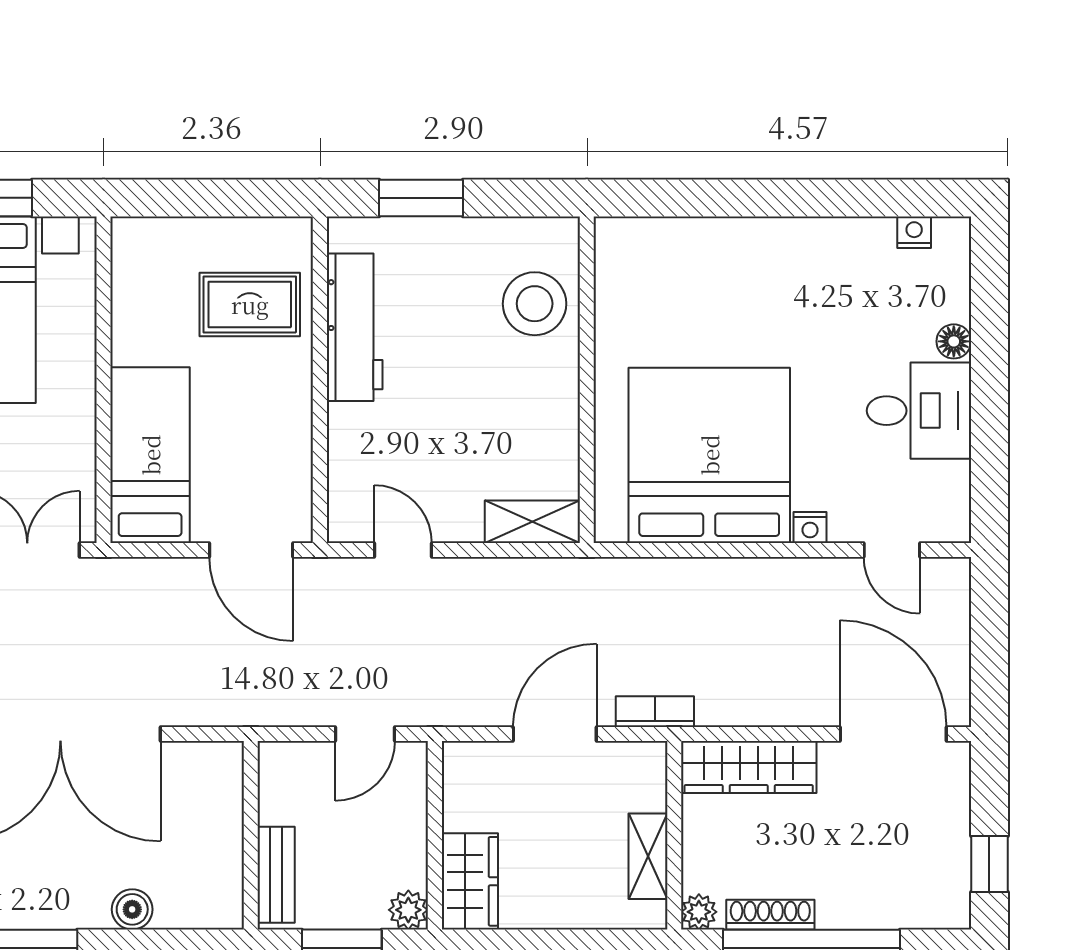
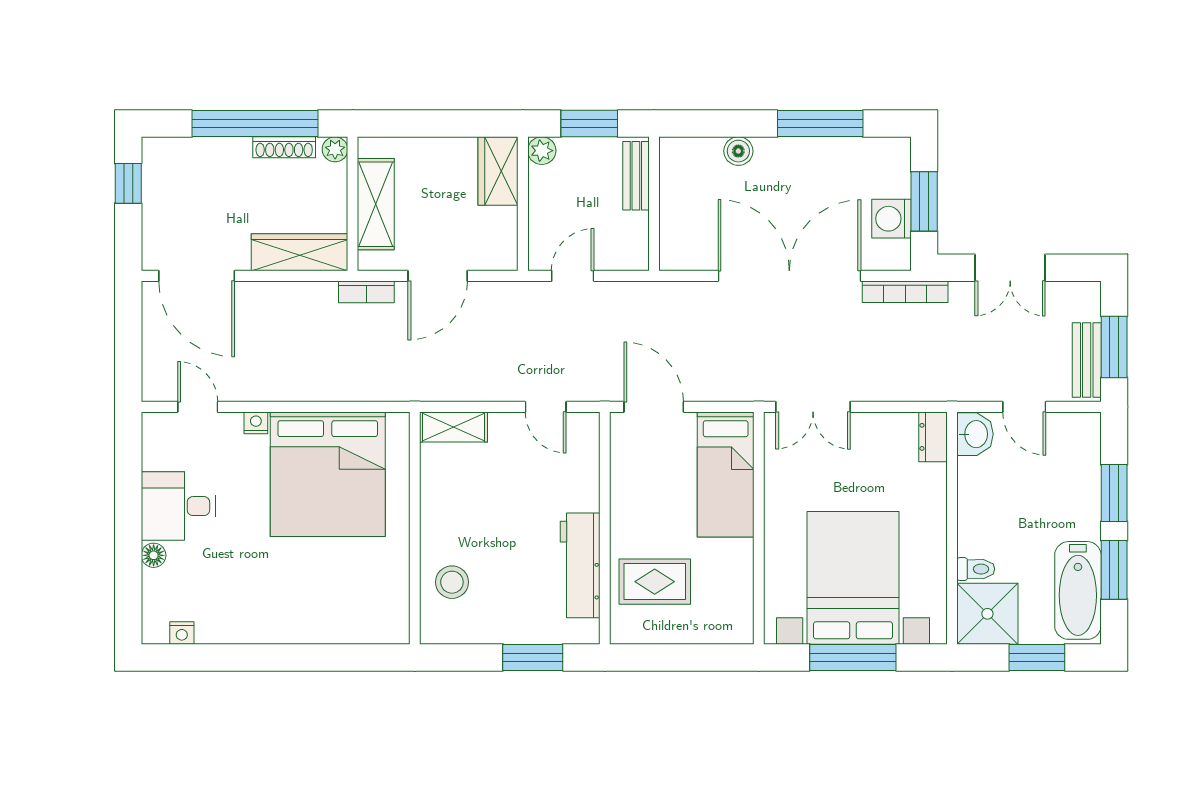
stool: (535, 304) -> (452, 582), width x0.73, depth x0.73
shelving: (648, 856) -> (376, 204), width x1.50, depth x1.33

